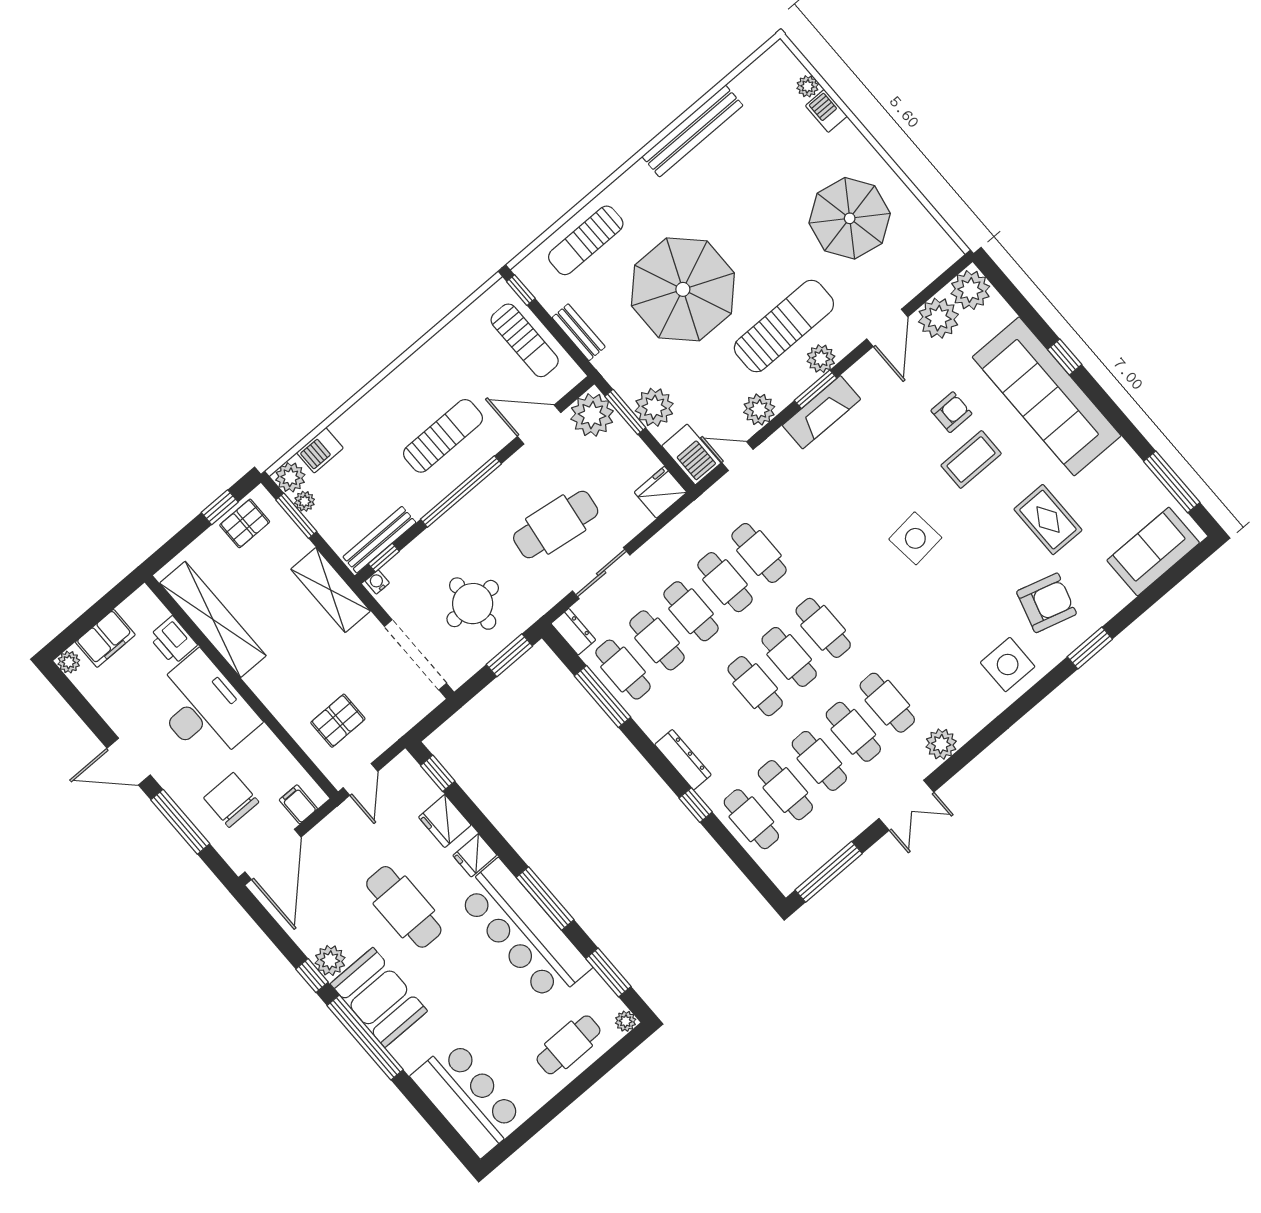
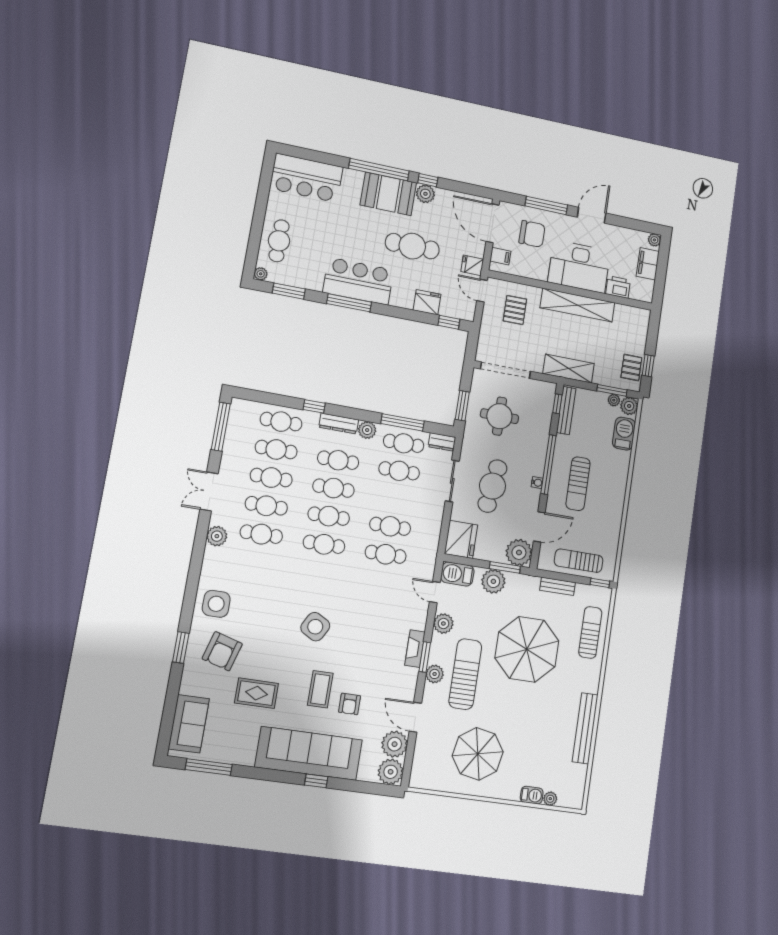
sun lounger: (784, 326) -> (465, 674), turned 180
fireplace: (821, 412) -> (415, 649), width x0.73, depth x0.76
barbecue: (320, 450) -> (624, 434), width x1.38, depth x1.27
door: (738, 456) -> (435, 592), swing flipped
fridge: (660, 492) -> (461, 539), width x1.36, depth x1.34
side table: (915, 538) -> (315, 627), turned 35
water cooler: (377, 582) -> (537, 483), moved
cafe table: (691, 611) -> (338, 460), moved
shelving: (213, 619) -> (578, 305), moved
plant: (655, 723) -> (367, 430), added
fridge: (475, 855) -> (472, 265), moved, turned -90
bar counter: (523, 931) -> (358, 281), width x0.73

